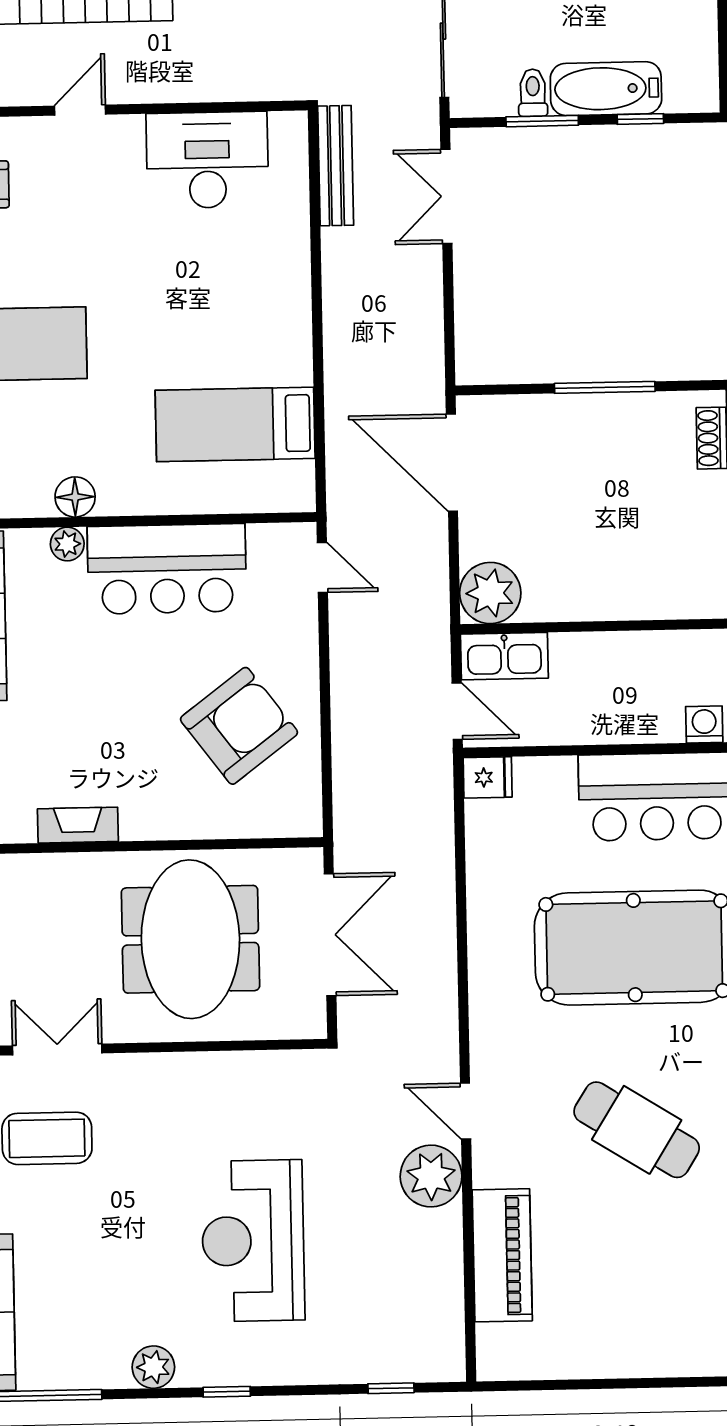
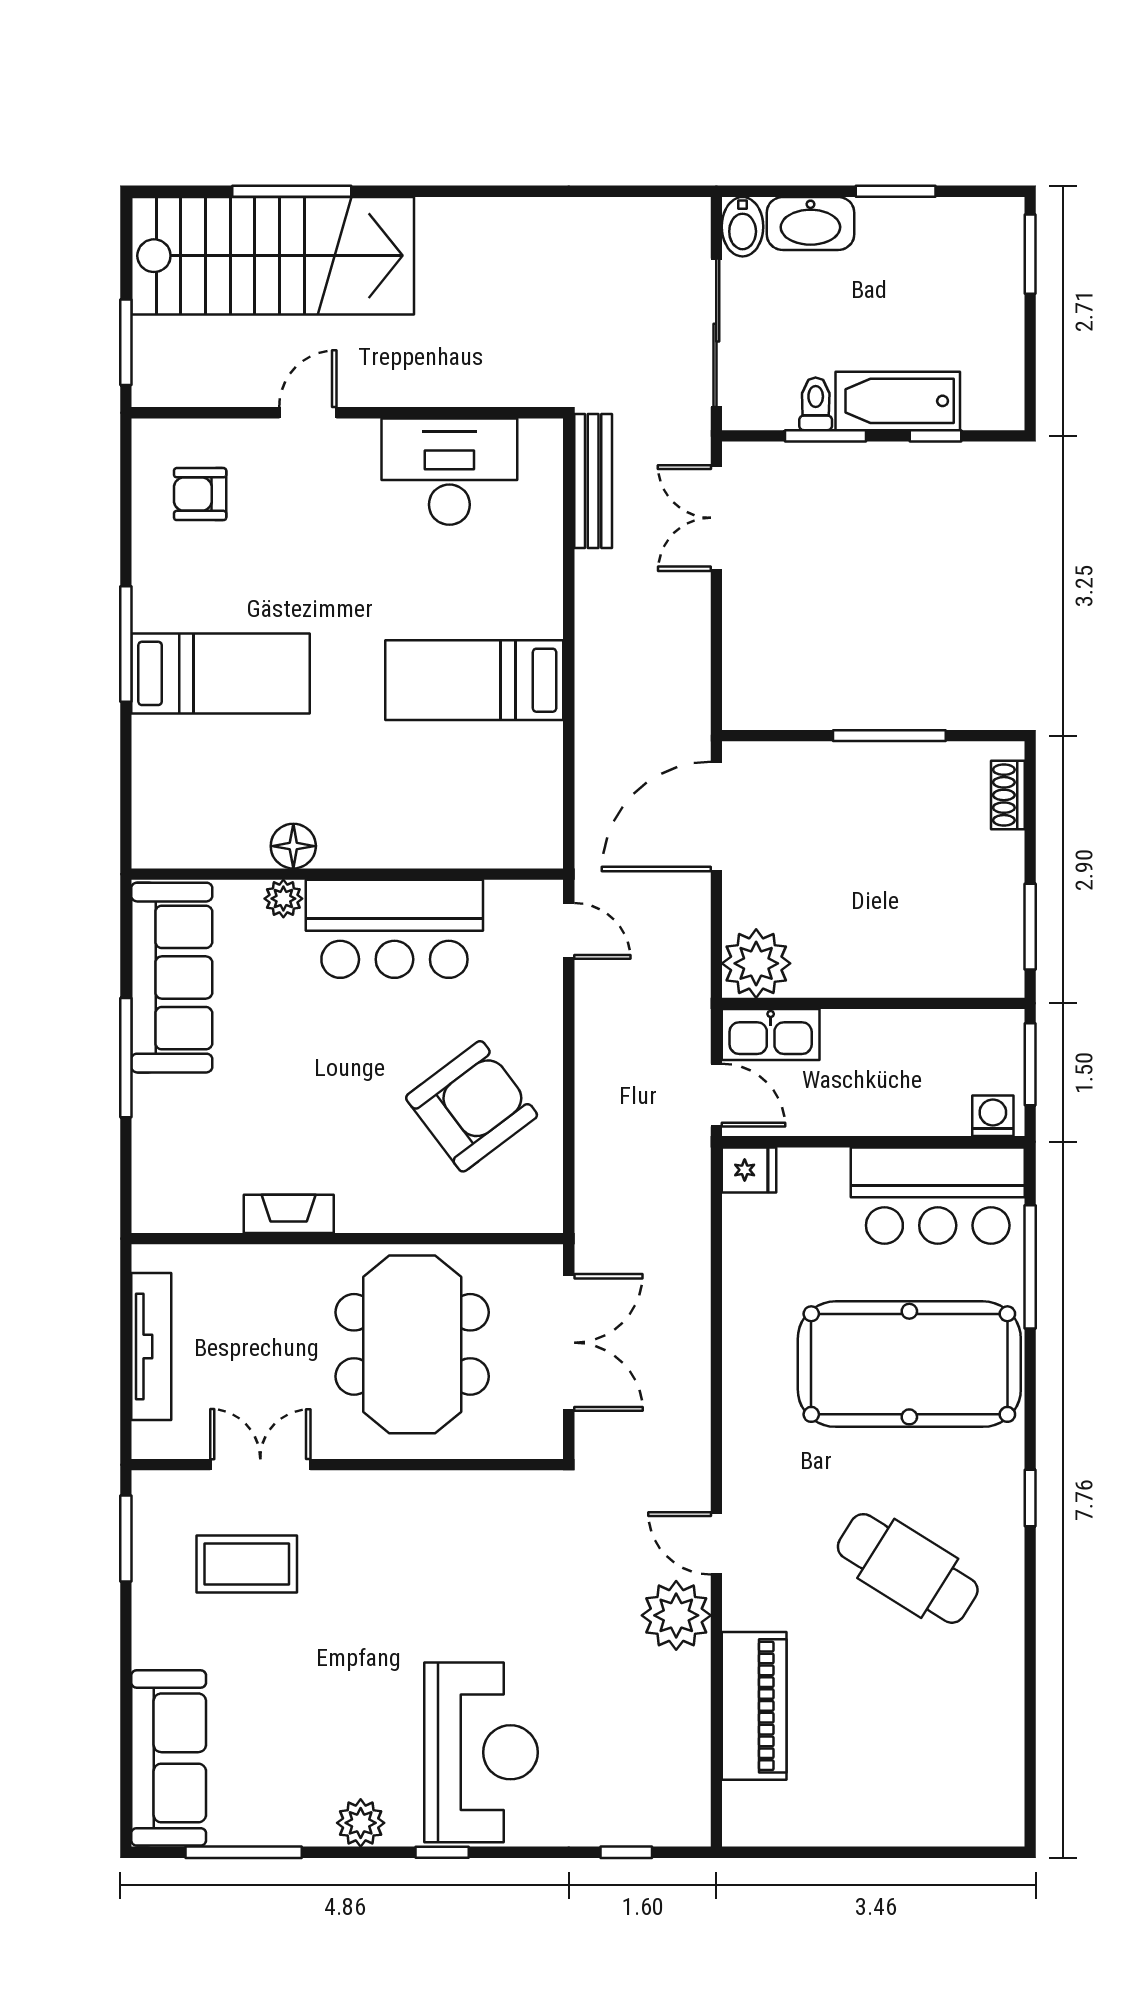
bed: (235, 424) -> (474, 680), moved
door: (452, 463) -> (716, 816), hinge flipped
reception desk: (253, 1241) -> (481, 1752), moved, turned 180

